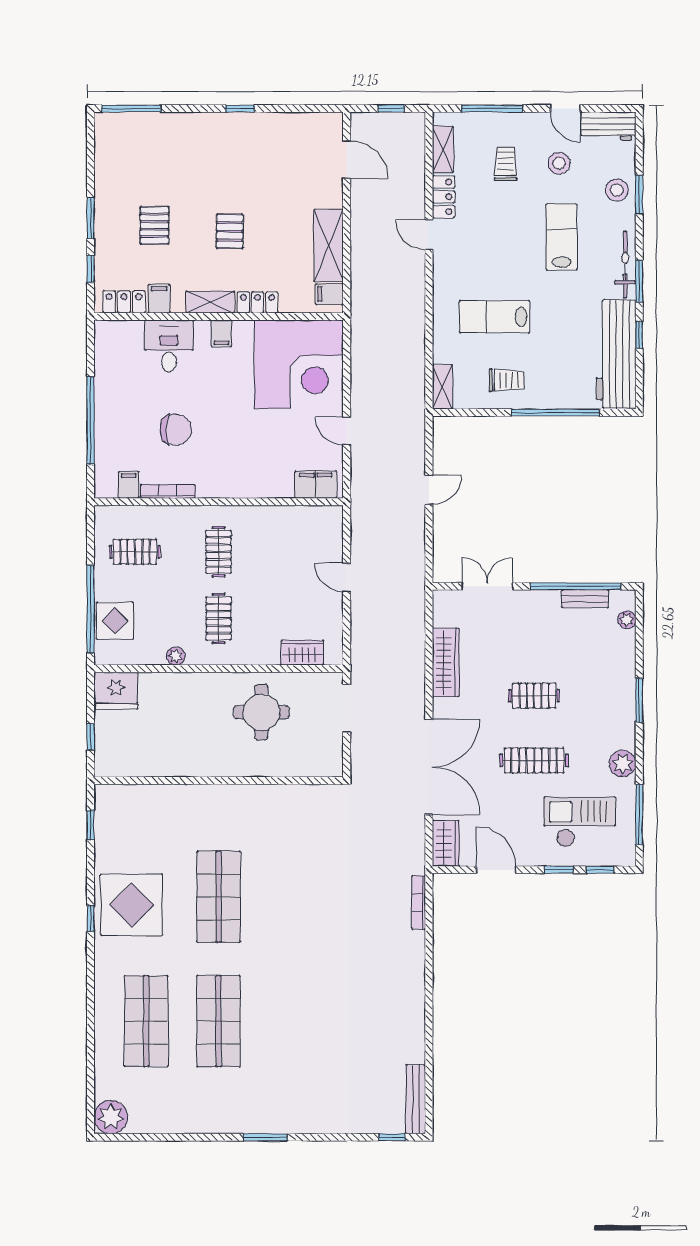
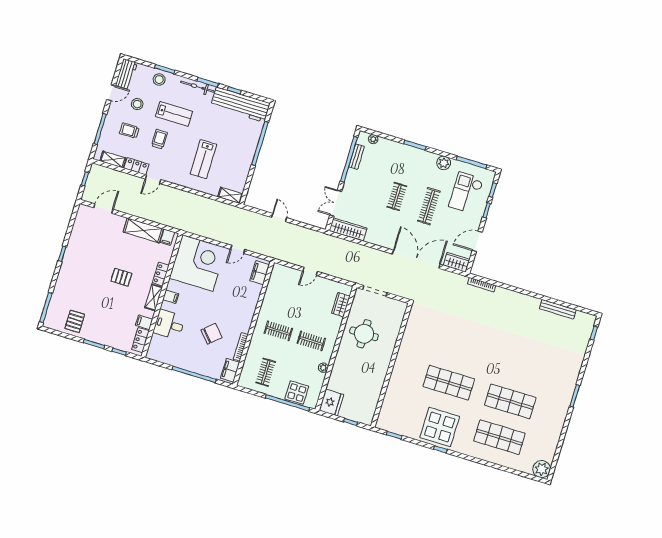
pallet: (154, 225) -> (75, 321), moved, turned 90
lab bench: (562, 237) -> (174, 114), turned 180
trolley: (507, 380) -> (159, 139), moved
chair: (176, 430) -> (211, 334), turned 48
filing cabinet: (129, 485) -> (230, 370), width x2.00
wardrobe: (446, 662) -> (348, 229), moved
bench: (416, 1099) -> (558, 309), moved

